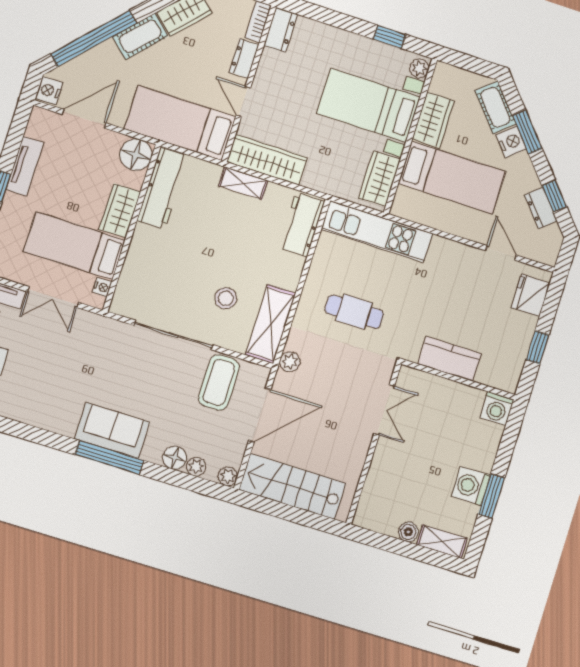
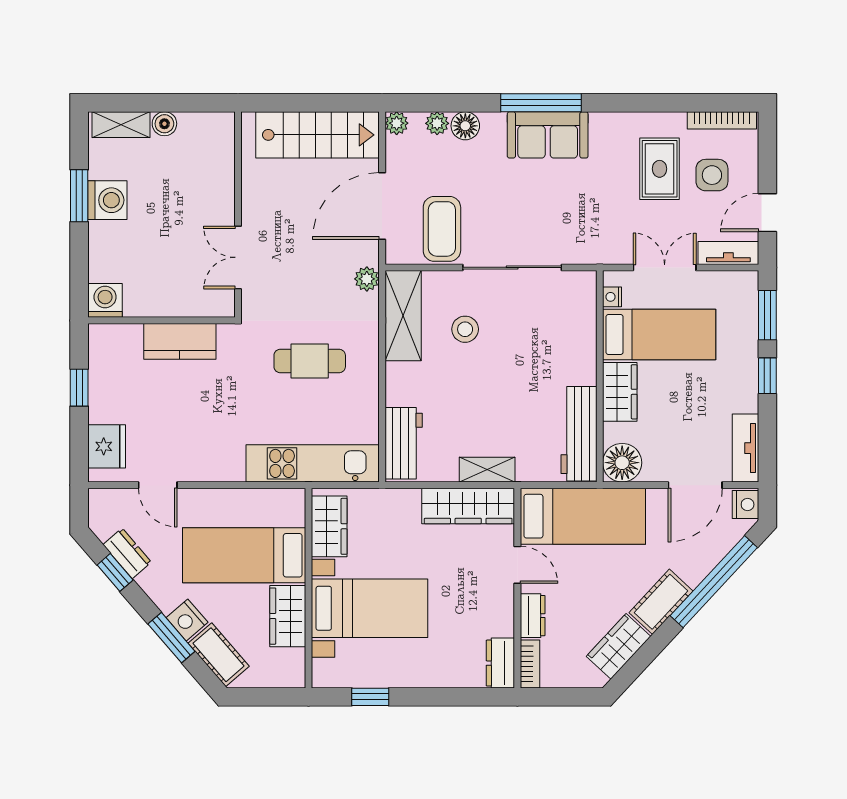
plant: (419, 68) -> (323, 671), removed
tv unit: (25, 166) -> (746, 448), moved
rug: (32, 376) -> (660, 169), added

